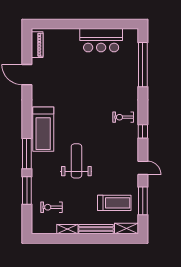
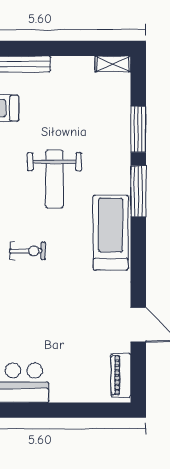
exercise bike: (51, 207) -> (27, 251), moved
shelving: (67, 229) -> (113, 64), moved

